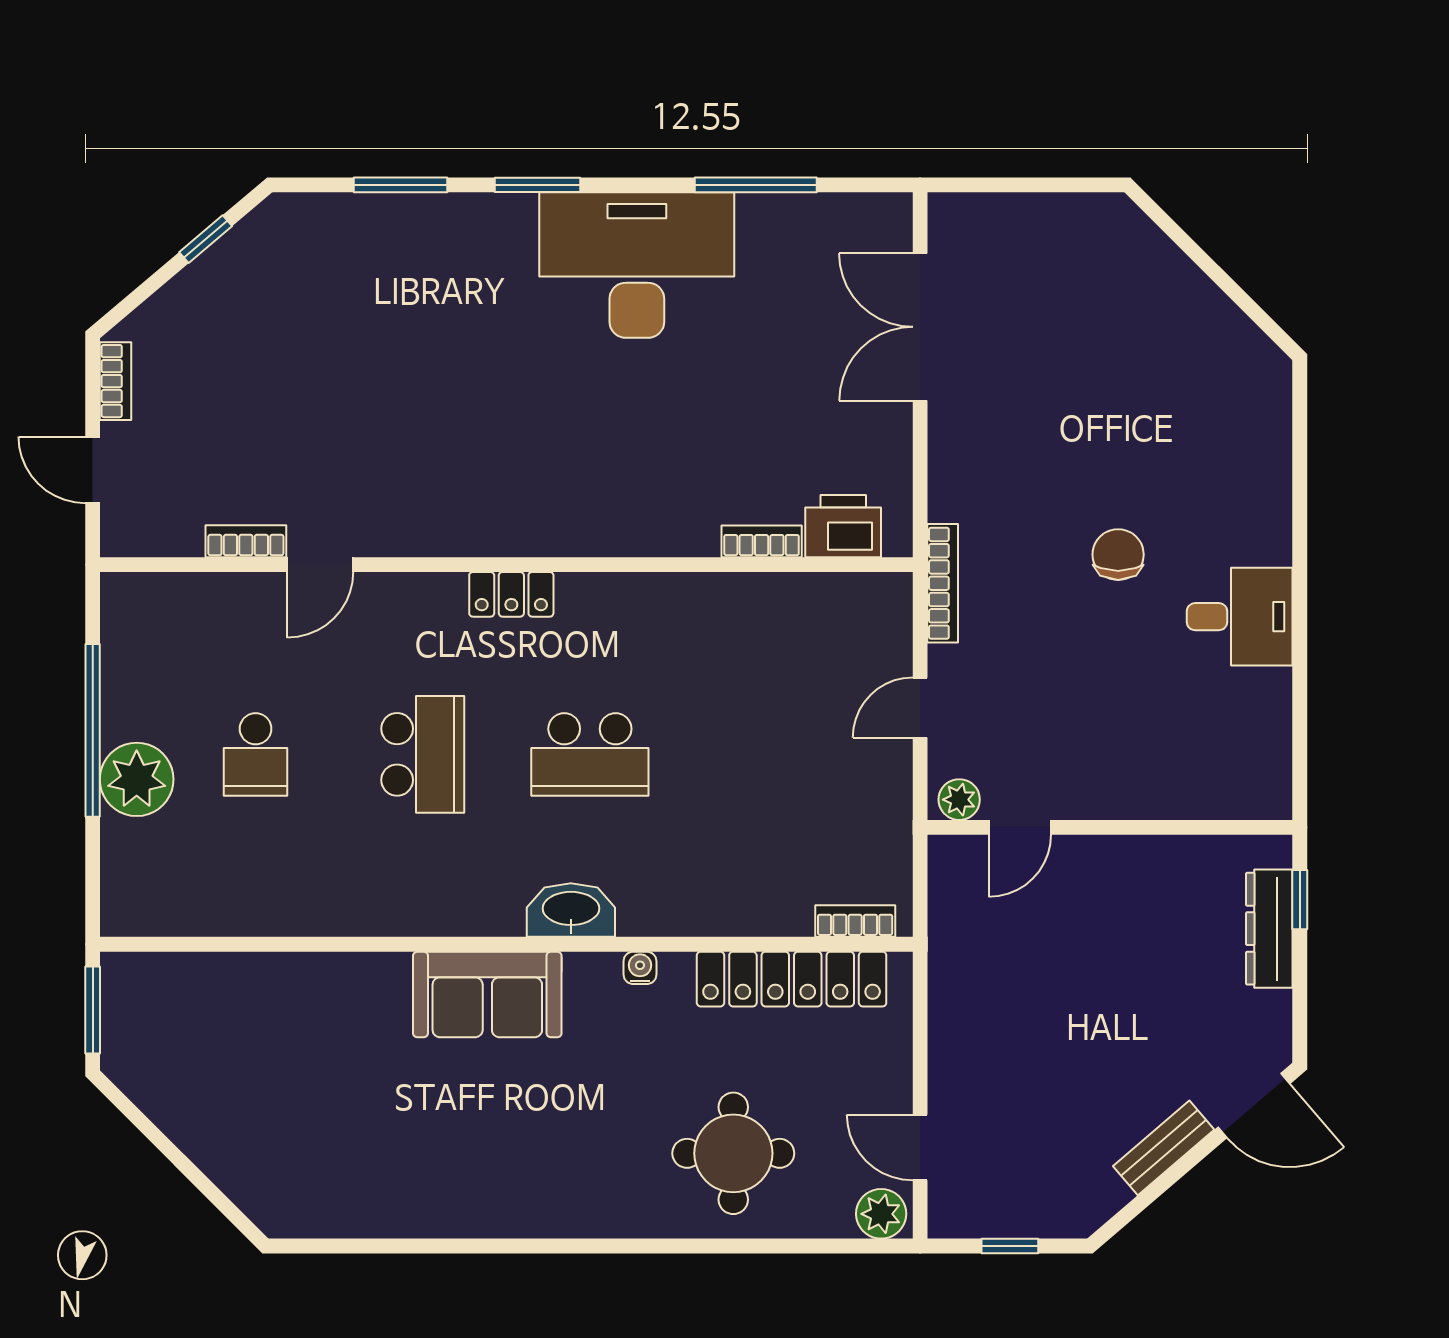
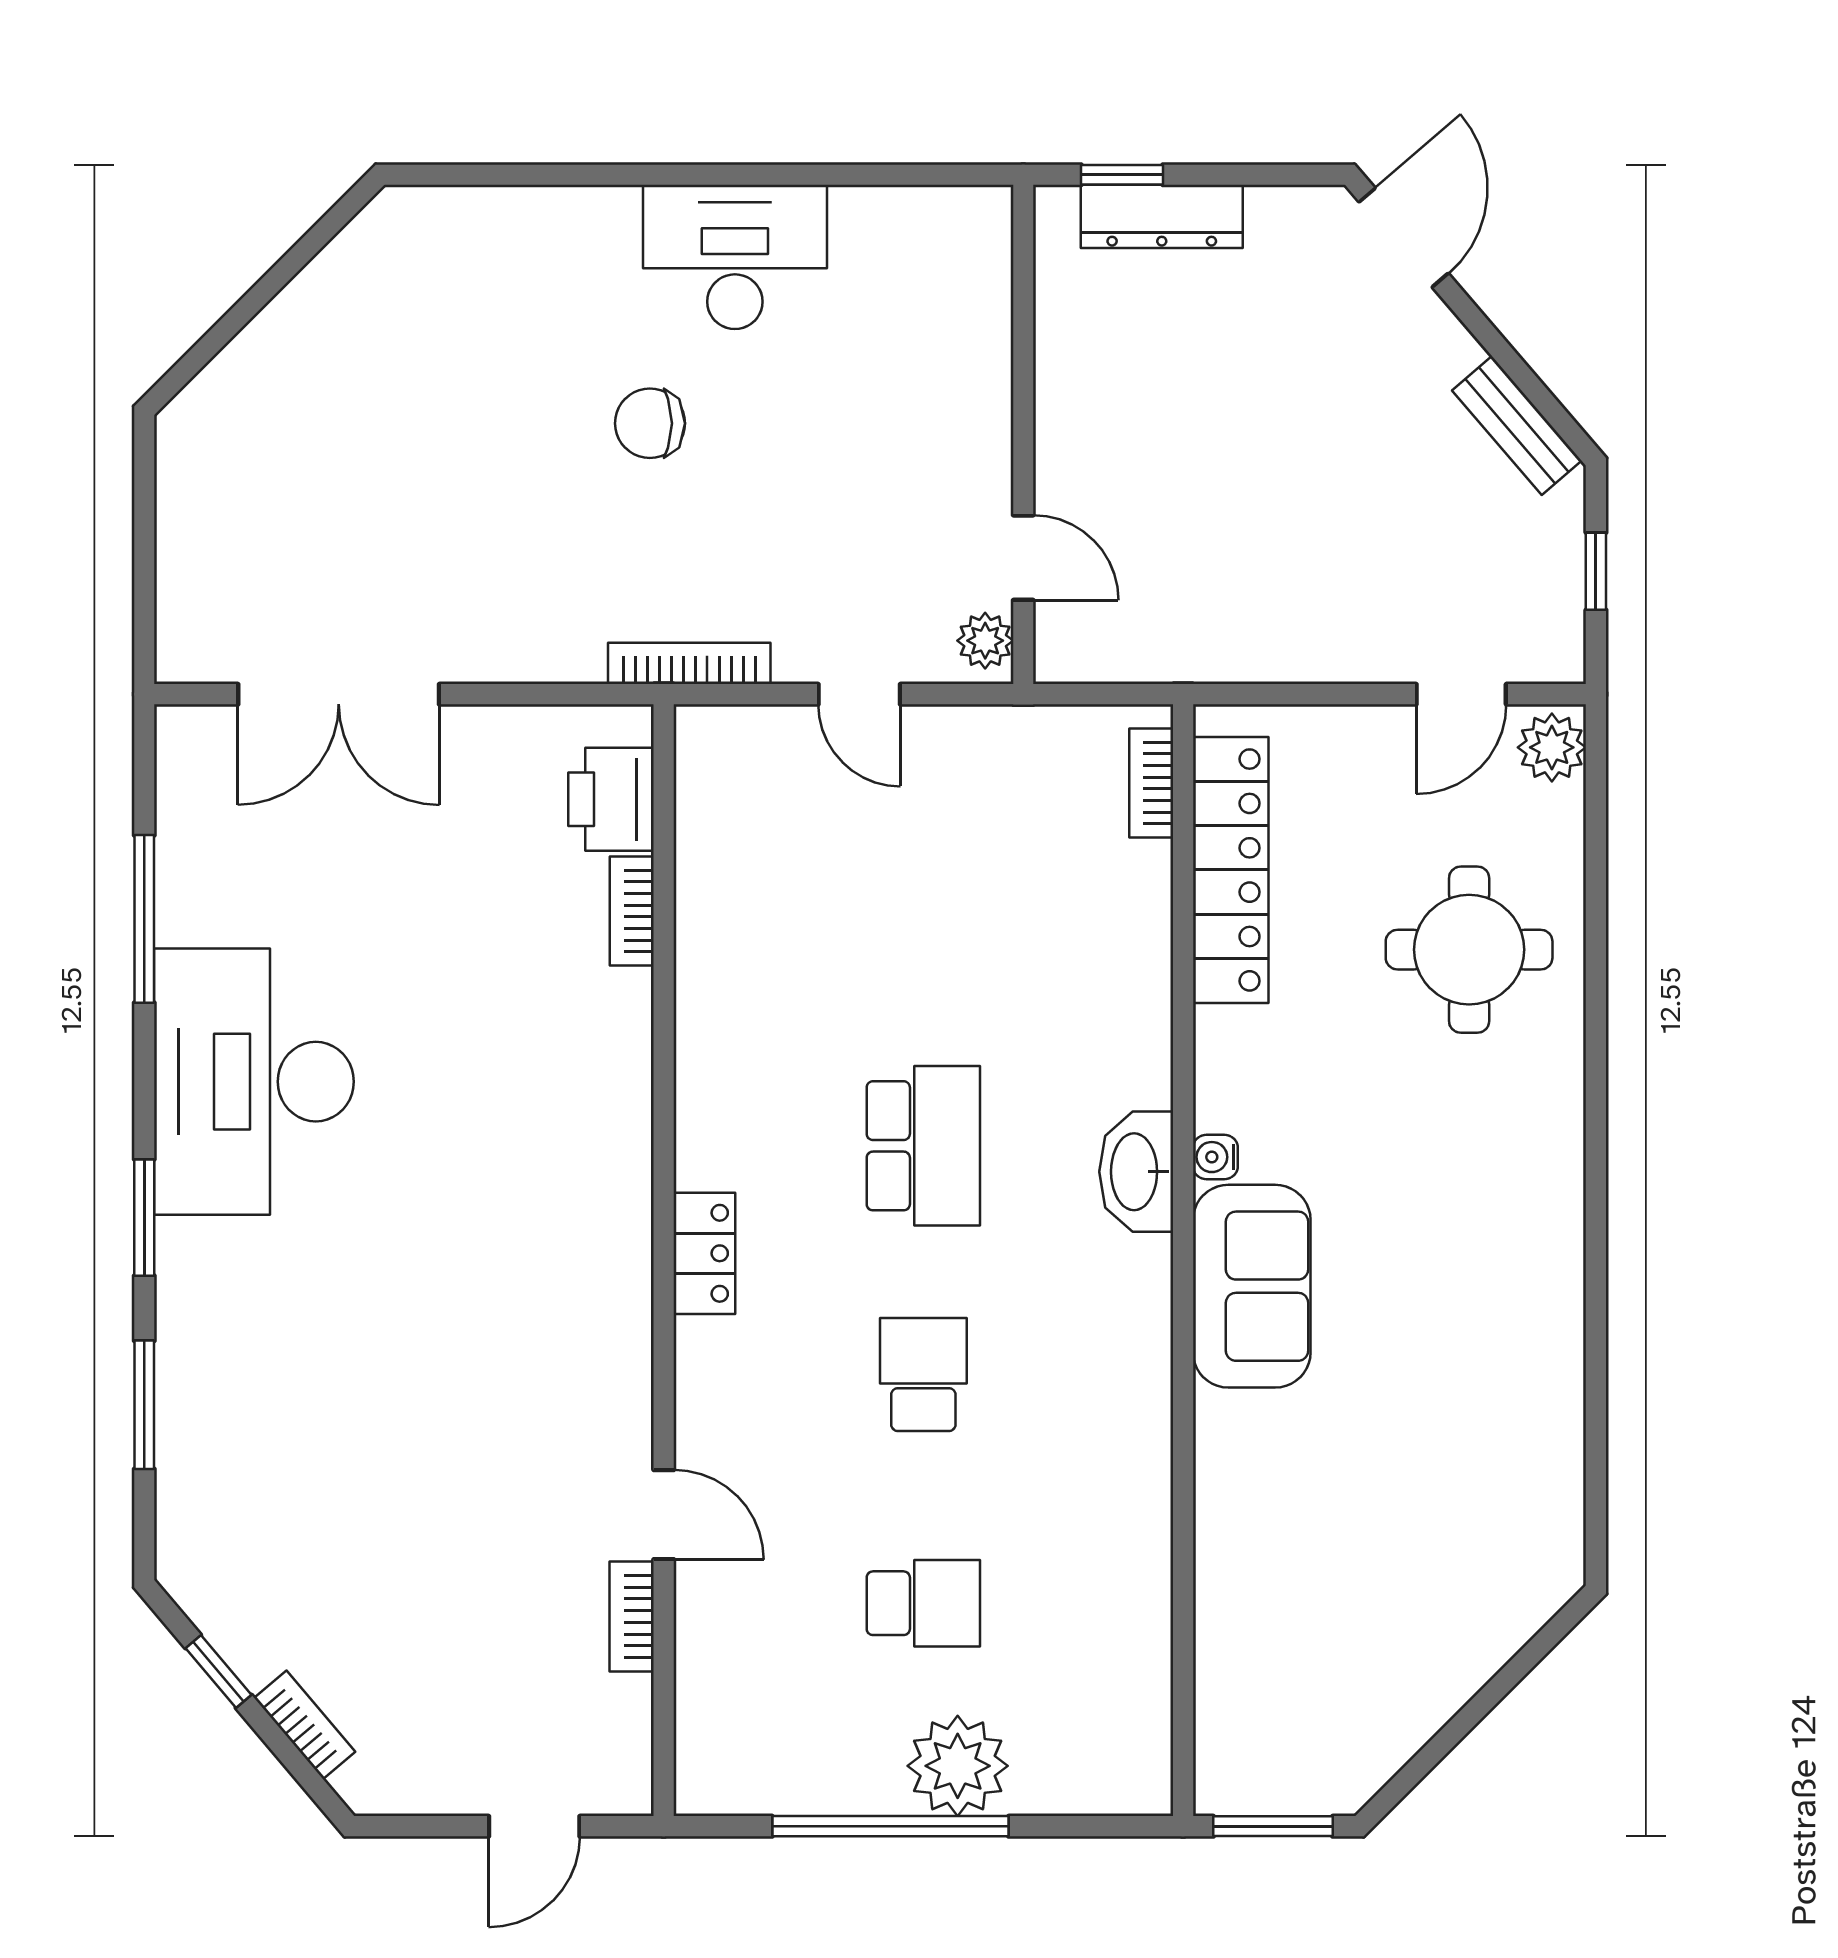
bookcase: (115, 381) -> (305, 1725), moved, turned 50
desk: (1240, 617) -> (735, 257), width x1.37
school desk: (423, 754) -> (923, 1375), width x0.54
water cooler: (640, 968) -> (1215, 1157), moved
bench: (1164, 1148) -> (1517, 426), moved

